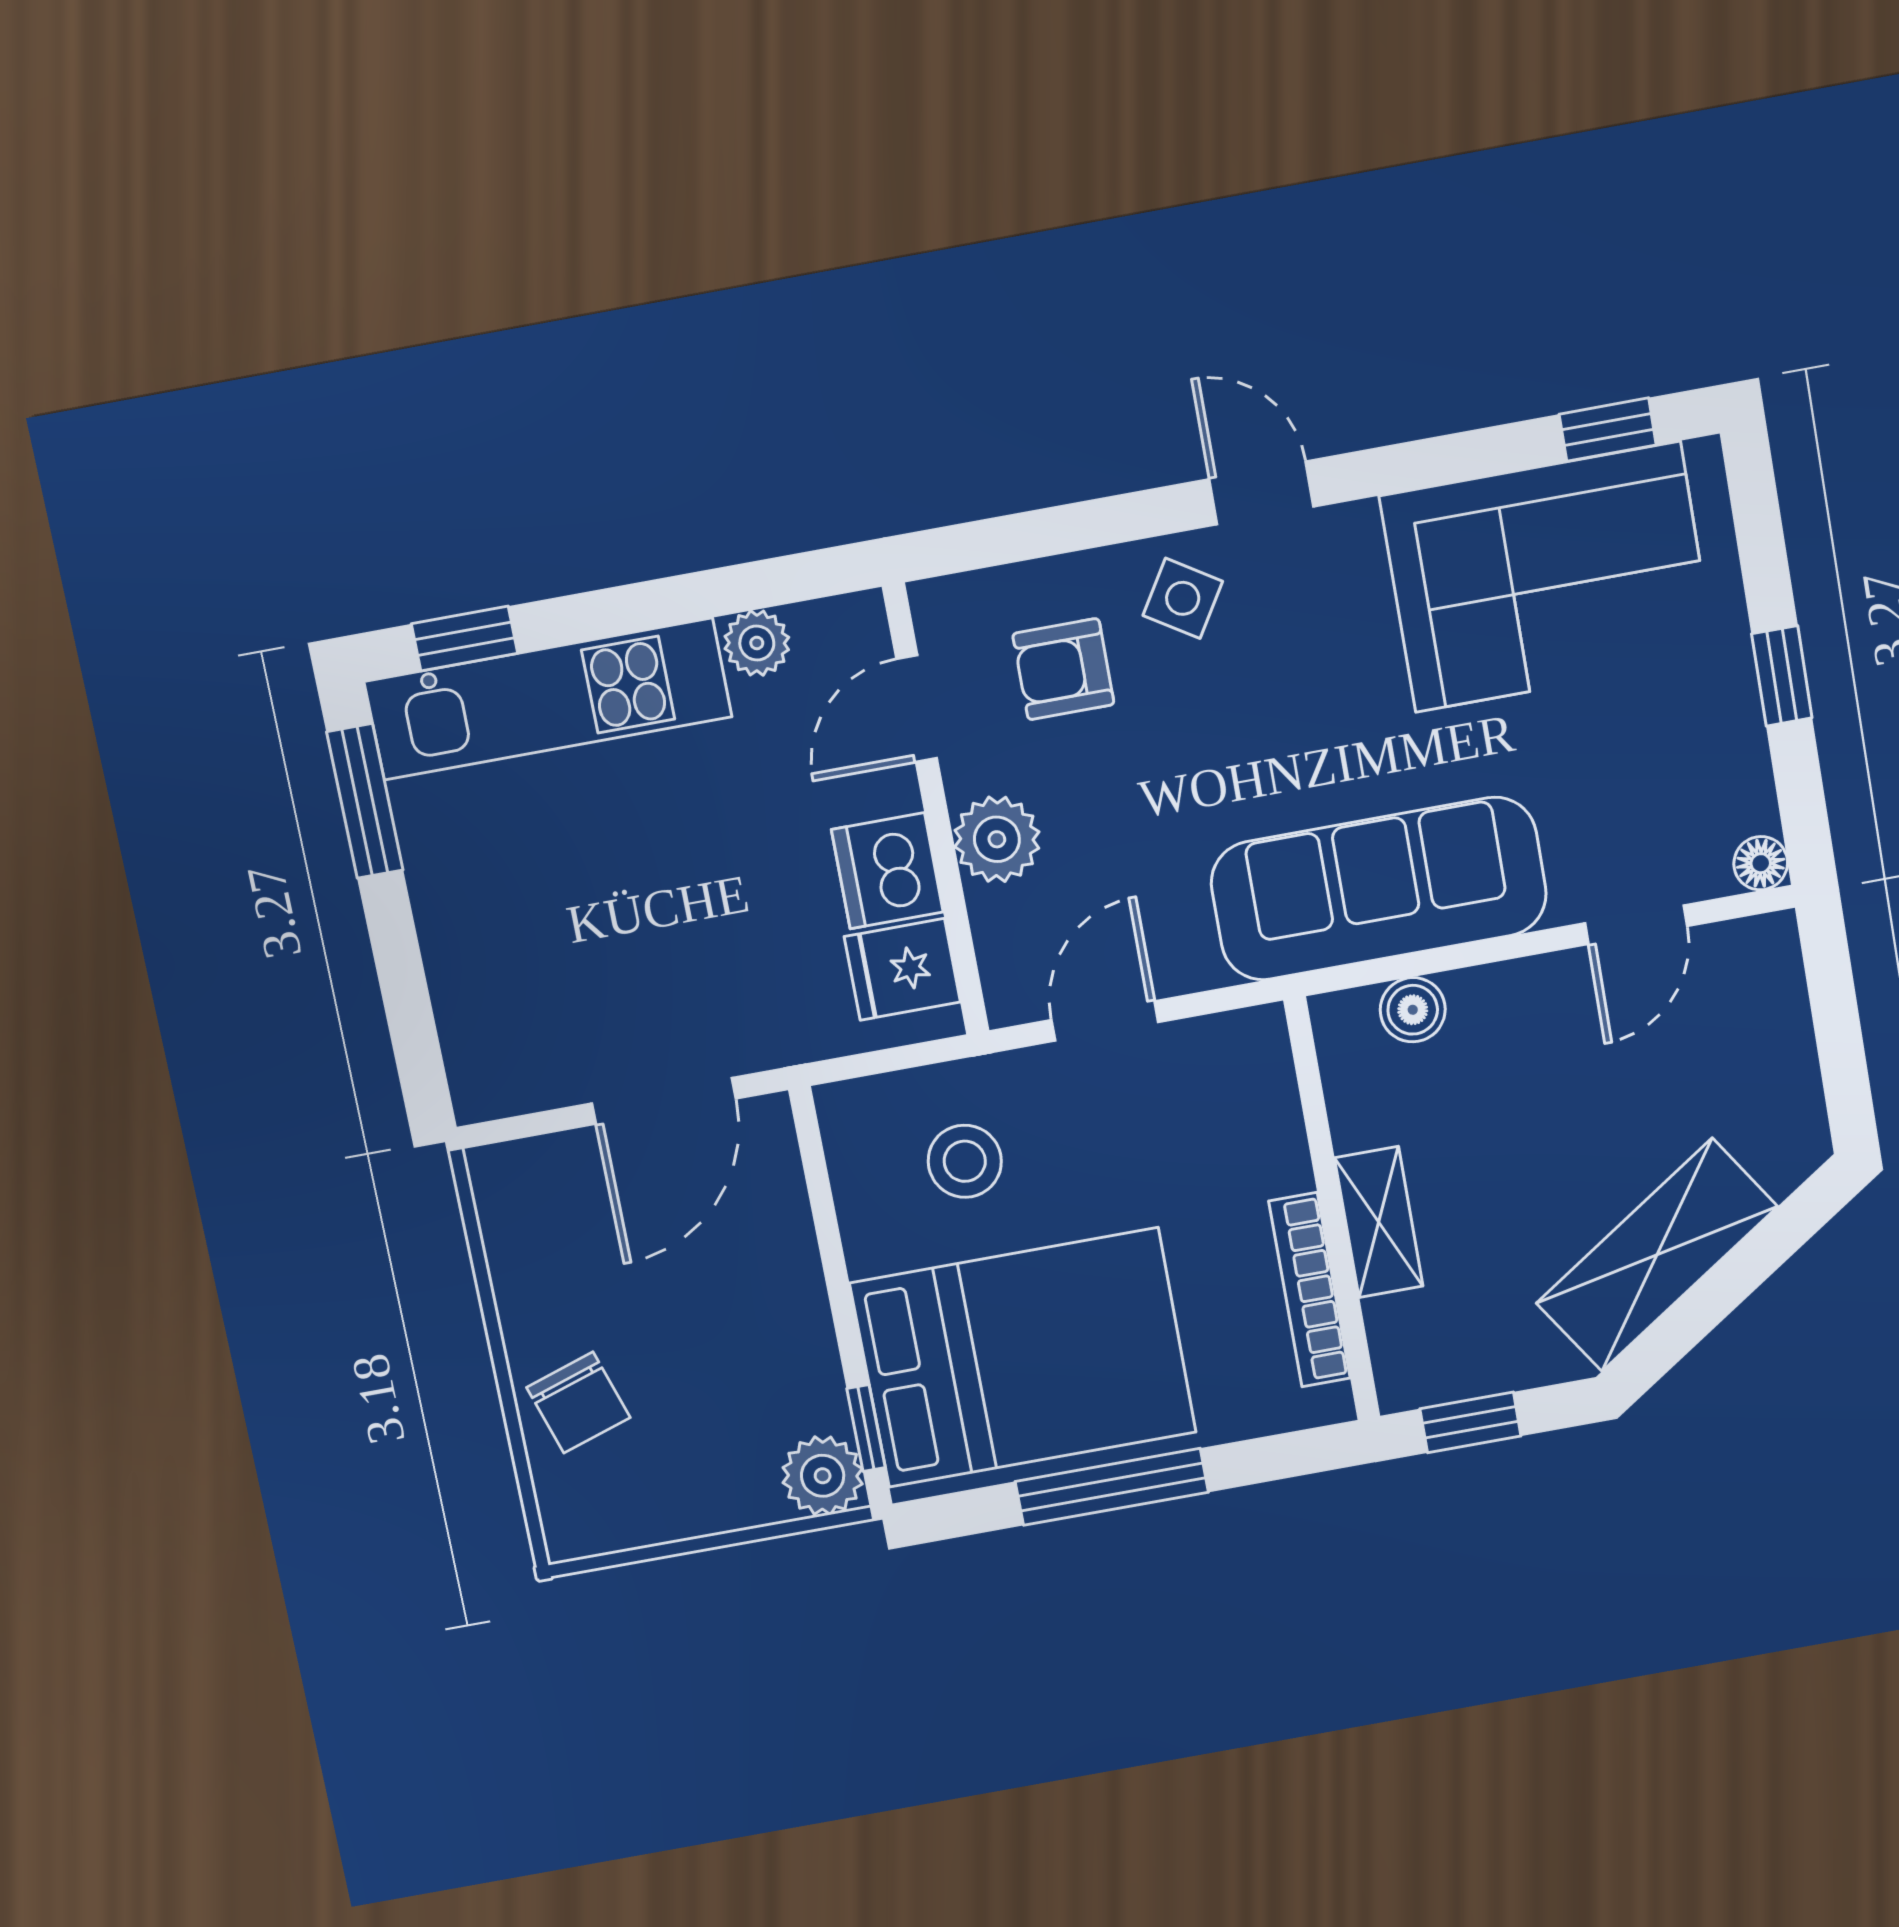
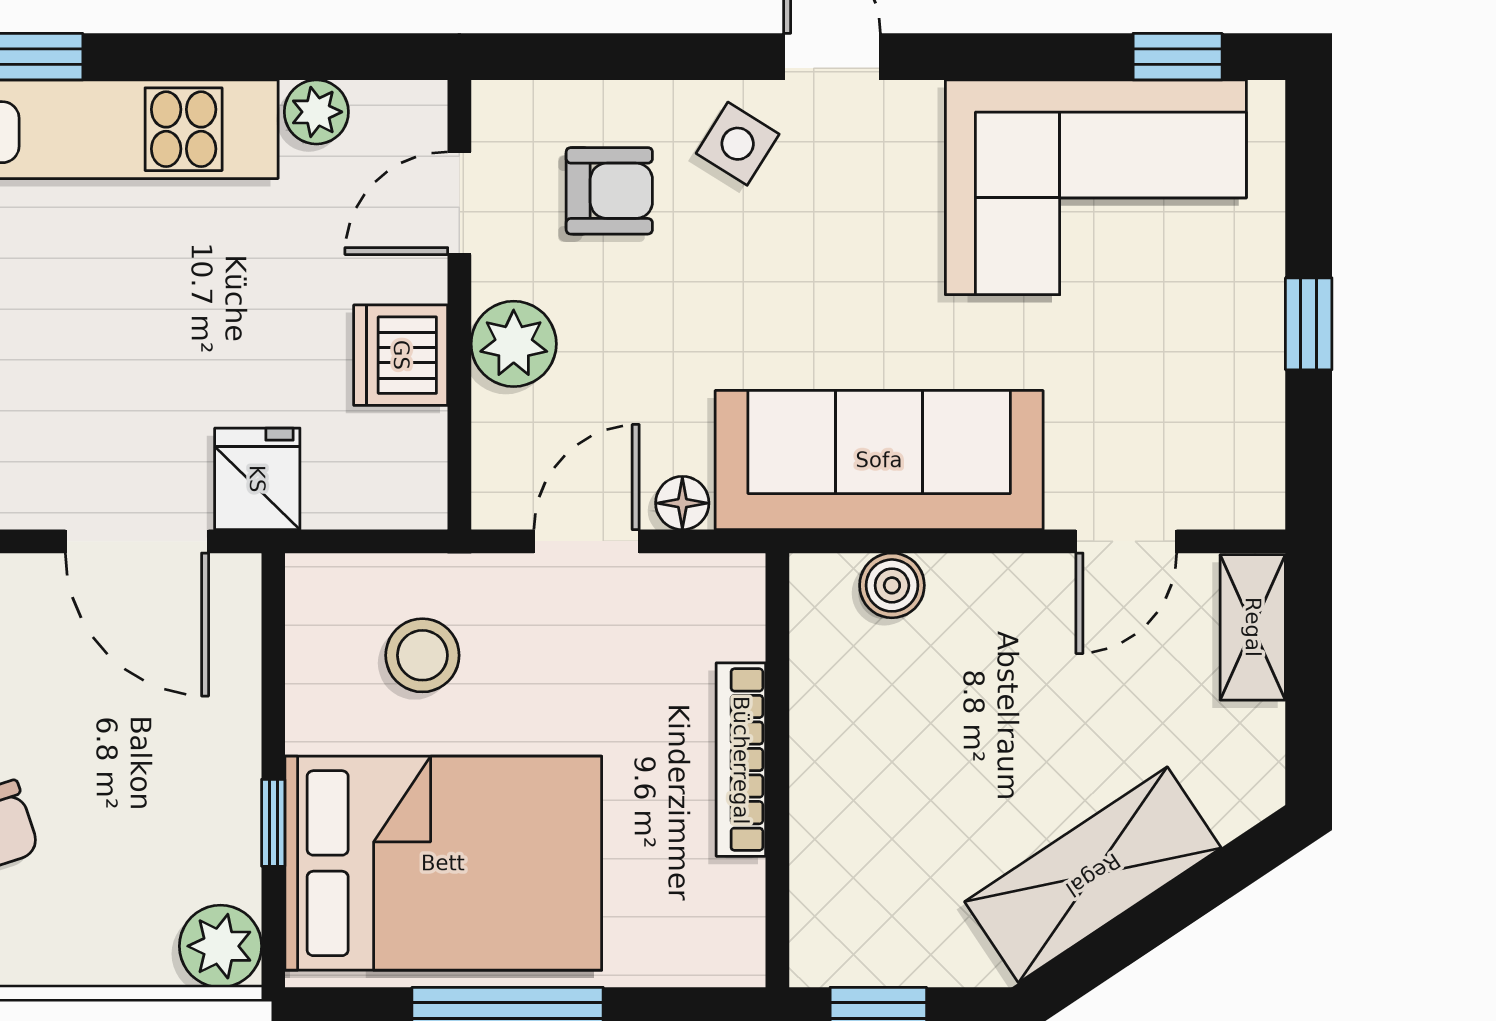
armchair: (1063, 669) -> (609, 191), turned 180
floor lamp: (1761, 863) -> (682, 503), moved
fridge: (902, 969) -> (257, 479), moved, turned 90
door: (664, 1101) -> (137, 541), hinge flipped
shelving: (1379, 1222) -> (1253, 627), moved
bookcase: (1310, 1290) -> (741, 760), moved
window: (866, 1428) -> (273, 823), moved

